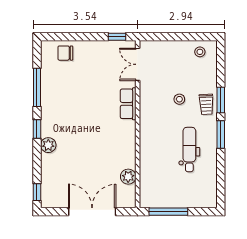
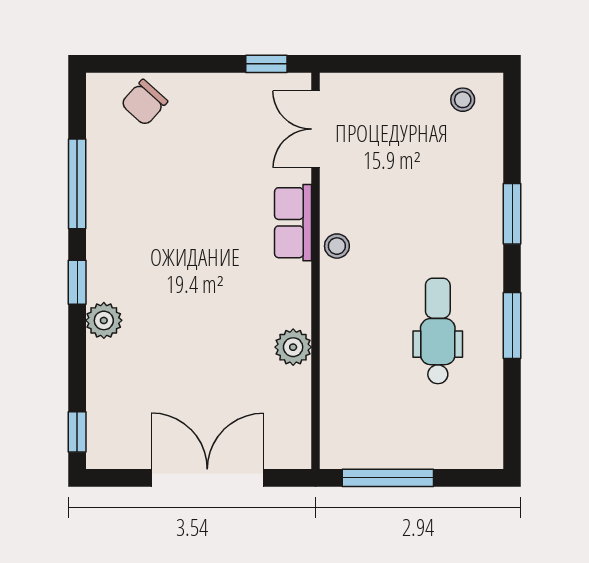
chair: (65, 53) -> (144, 103), turned -48
stool: (179, 99) -> (337, 246), moved
trolley: (206, 104) -> (478, 224), removed
window: (221, 134) -> (512, 325), moved
plant: (128, 177) -> (293, 347), moved

